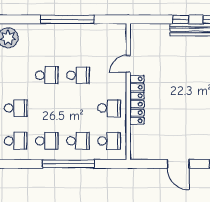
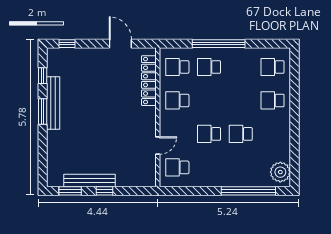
window: (67, 19) -> (248, 191), moved
locker: (137, 100) -> (149, 81), moved
school desk: (47, 141) -> (177, 167), moved
door: (178, 164) -> (120, 44), moved

